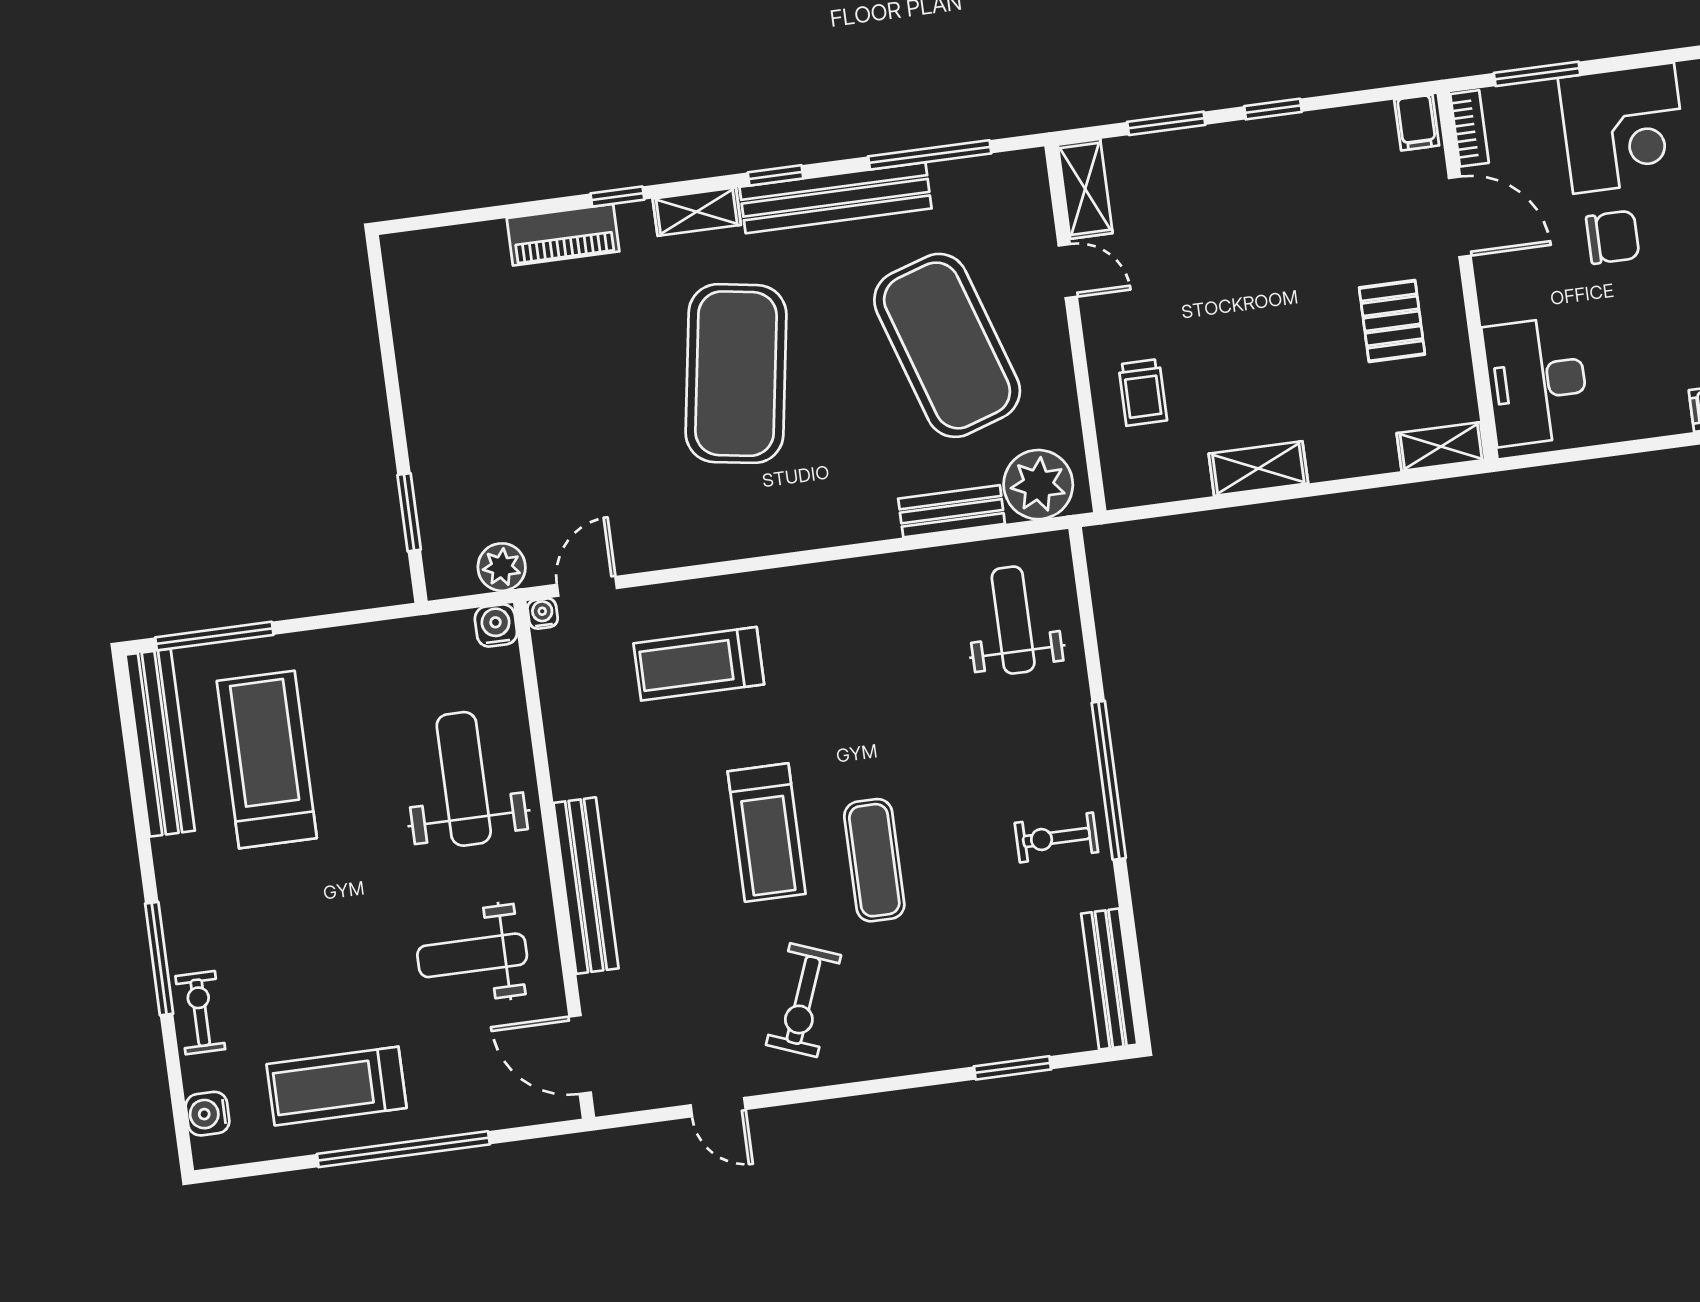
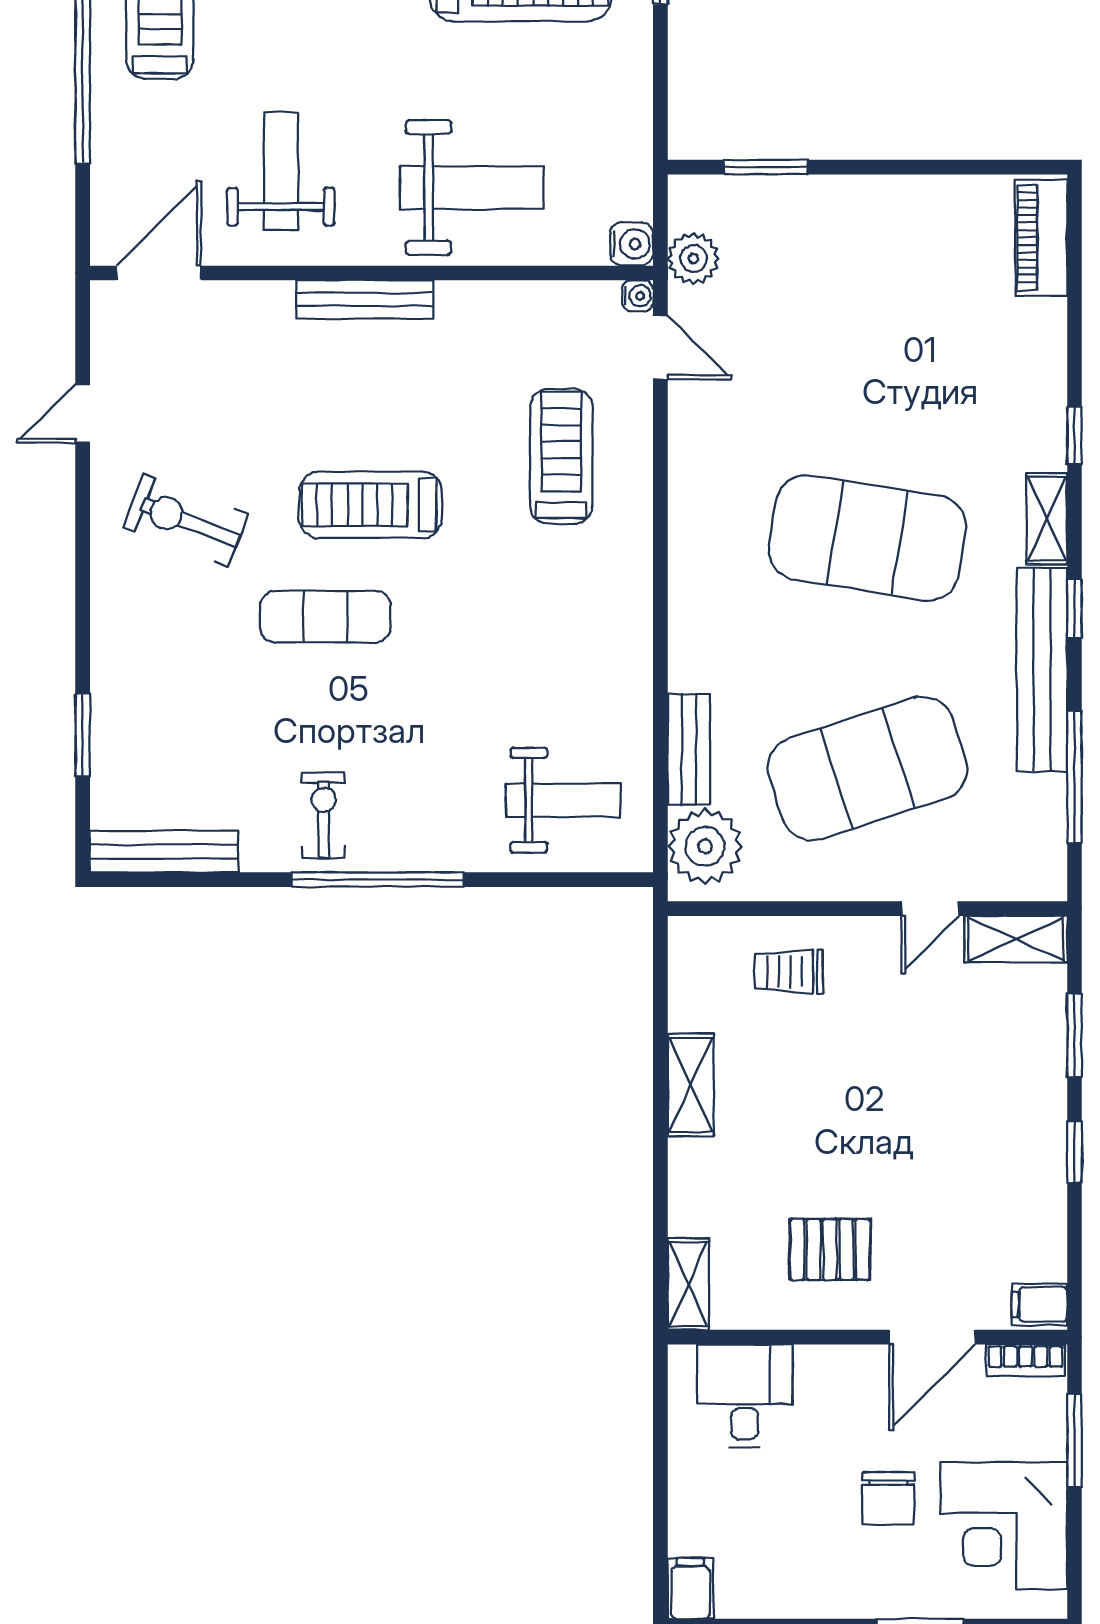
piano: (563, 235) -> (1041, 238), moved
desk: (1536, 381) -> (745, 1396), width x0.73
bench: (586, 886) -> (364, 299), width x0.73, depth x0.82

